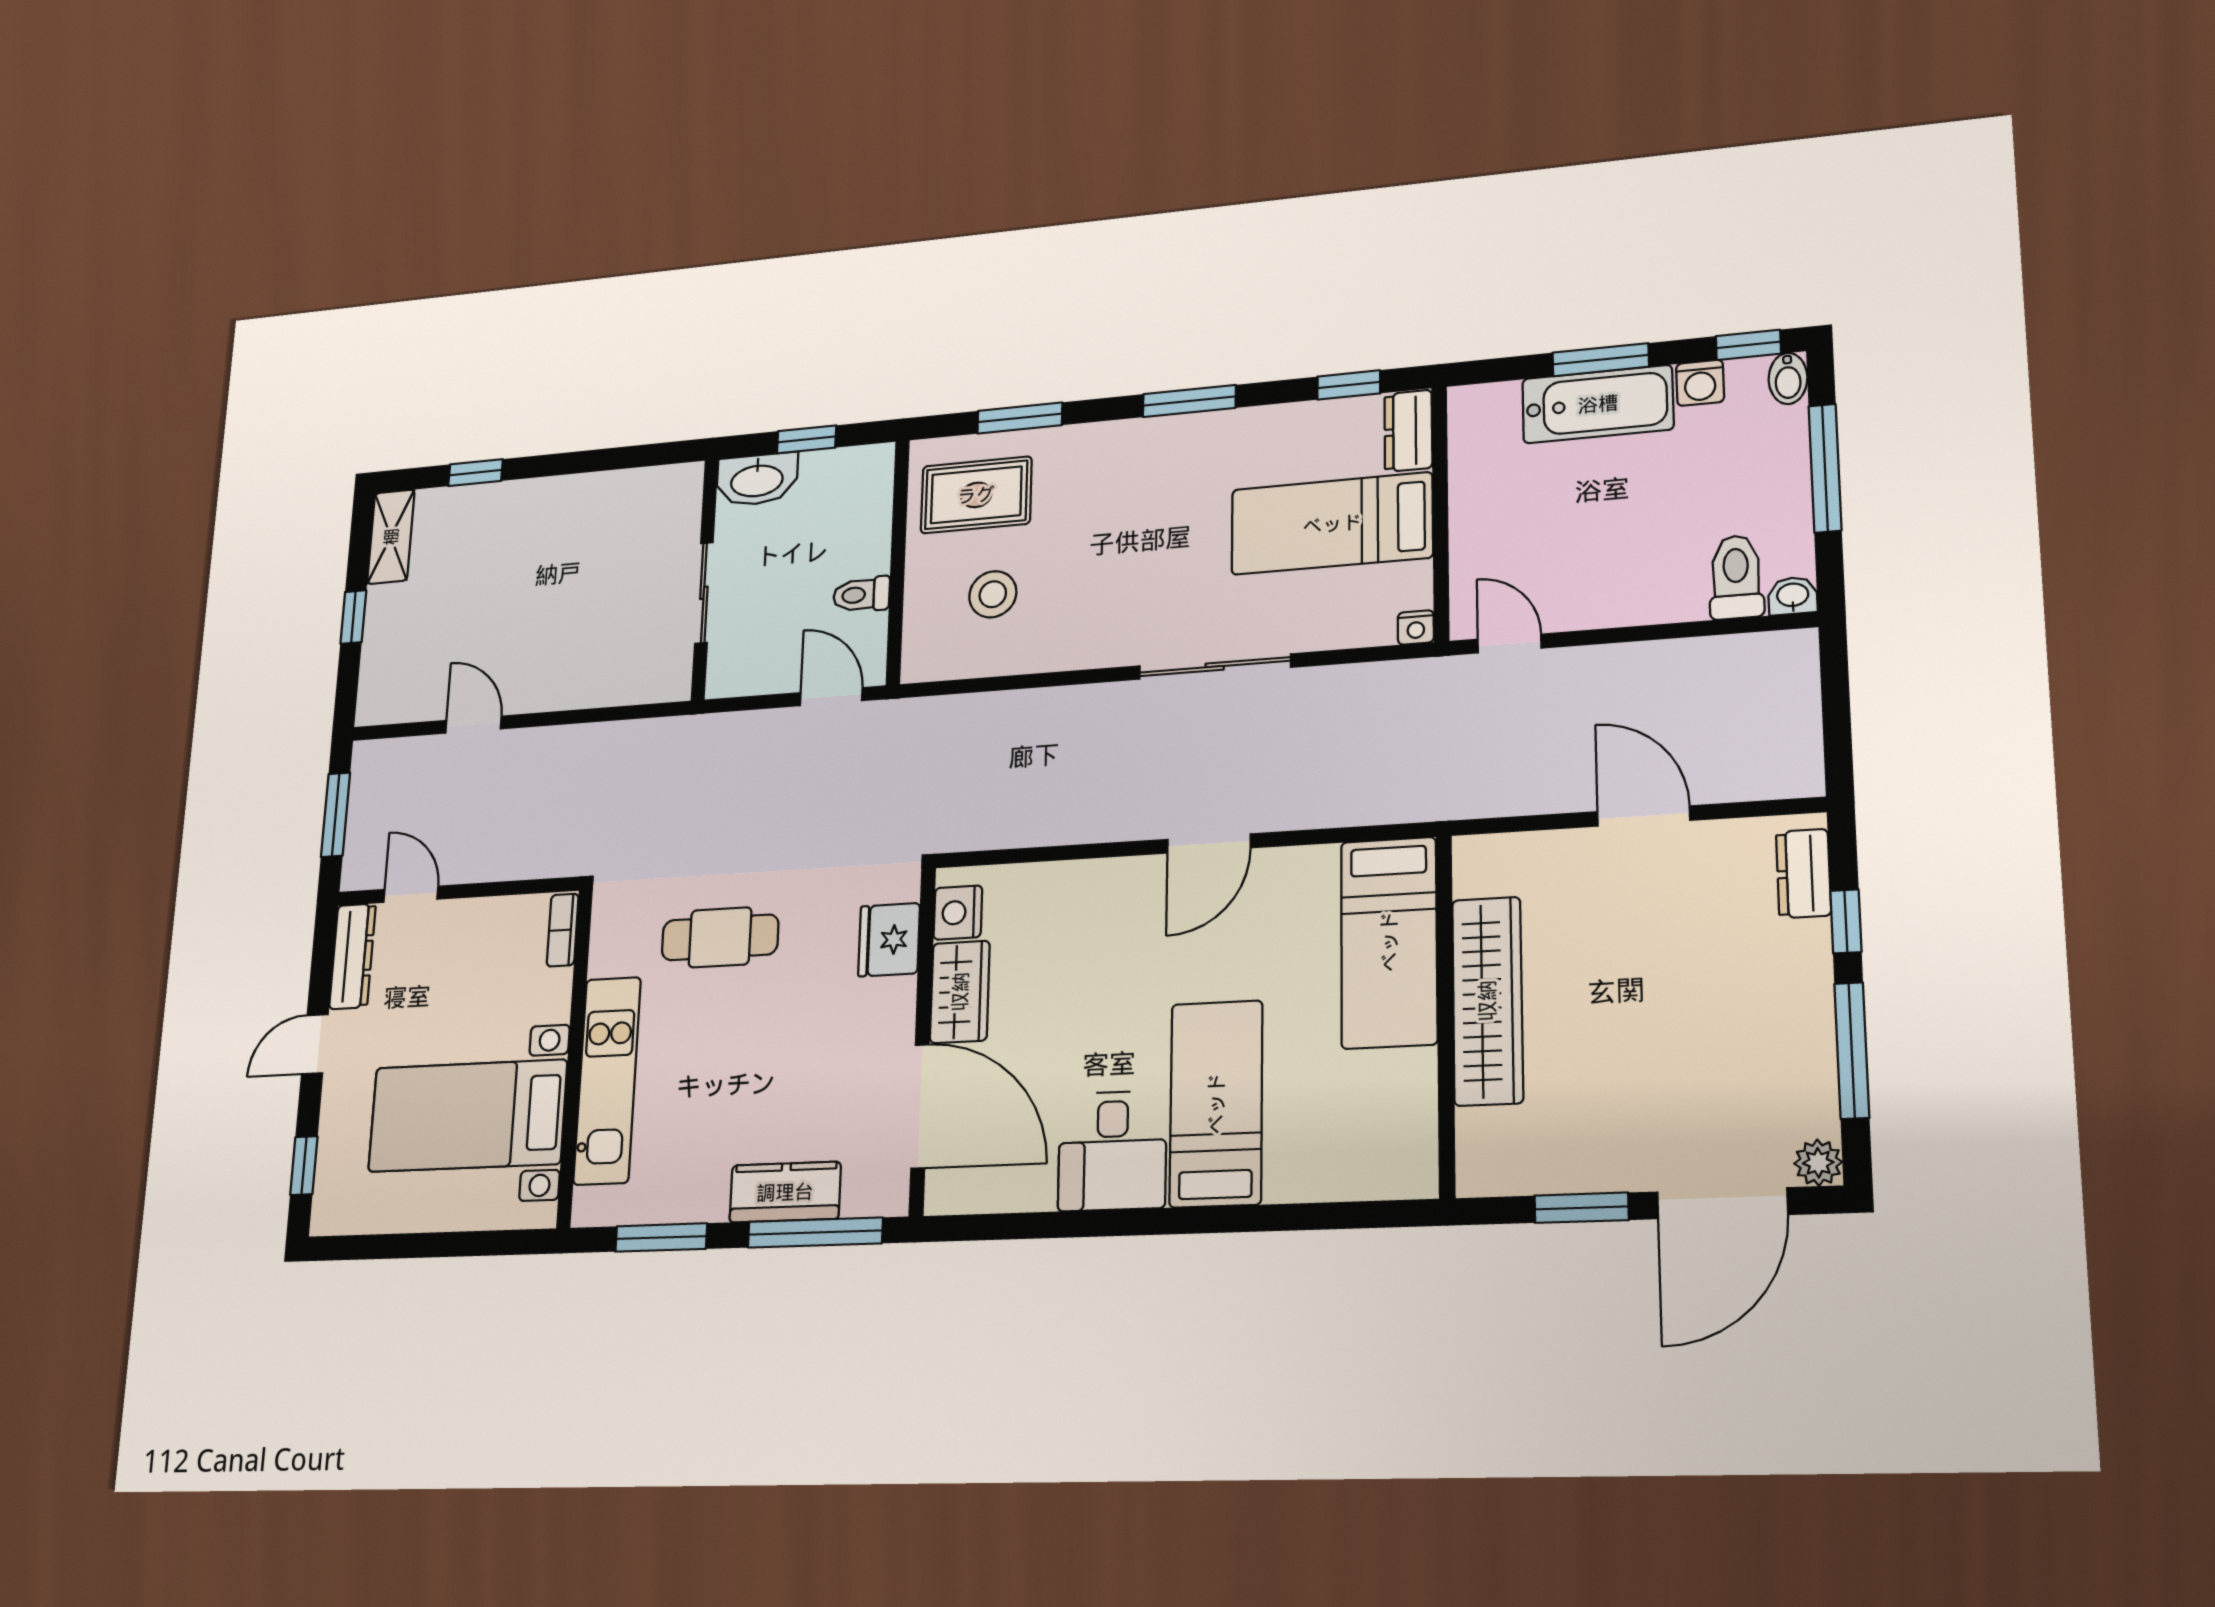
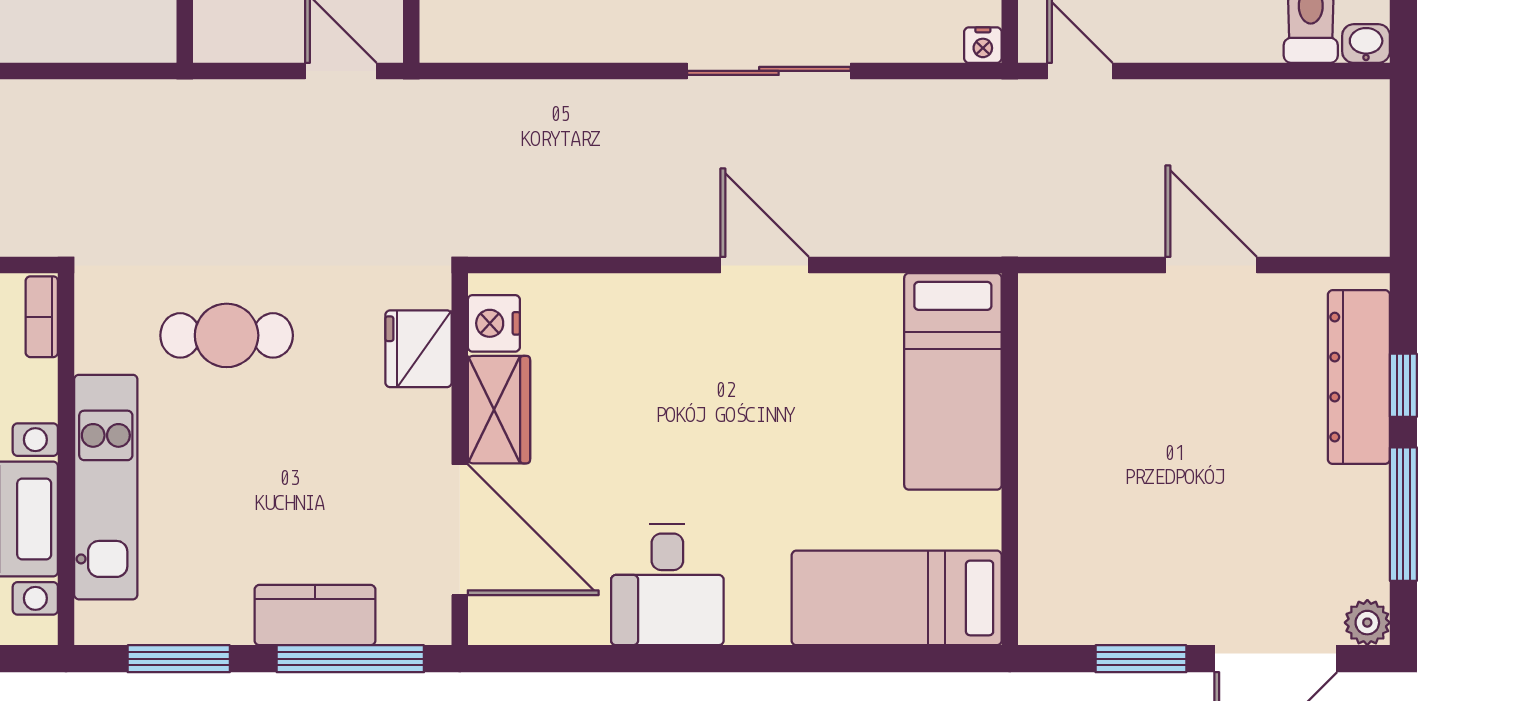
door: (1209, 844) -> (765, 265), swing flipped
dresser: (1803, 873) -> (1359, 377), width x1.96, depth x1.24
wardrobe: (1487, 1001) -> (1052, 447), removed
bed: (1216, 1104) -> (897, 598), moved, turned -90

